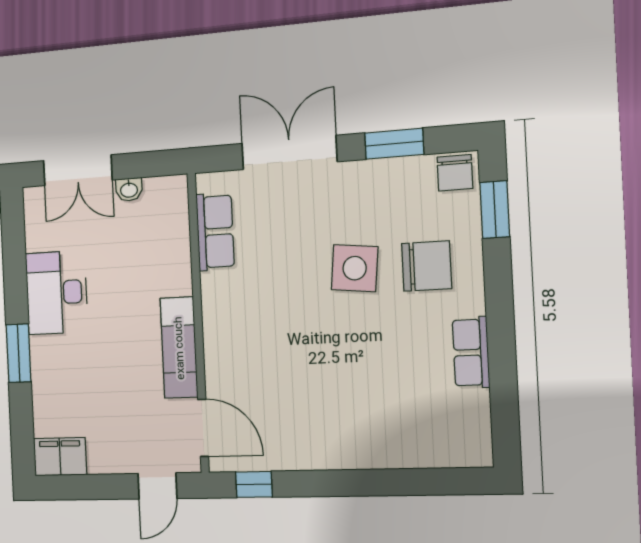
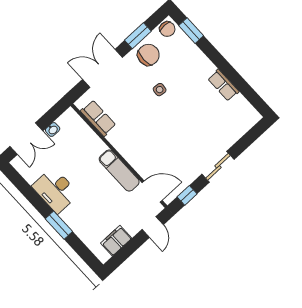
chair: (427, 266) -> (148, 55), moved
side table: (355, 268) -> (160, 90), width x0.54, depth x0.54
filing cabinet: (60, 457) -> (116, 241), moved
sliding door: (344, 483) -> (218, 167), added

